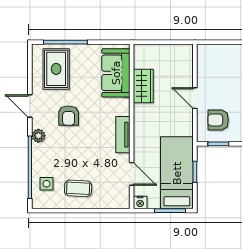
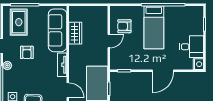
sofa: (116, 73) -> (58, 30), width x1.36
door: (195, 98) -> (109, 41), swing flipped
armchair: (218, 120) -> (124, 26), moved

